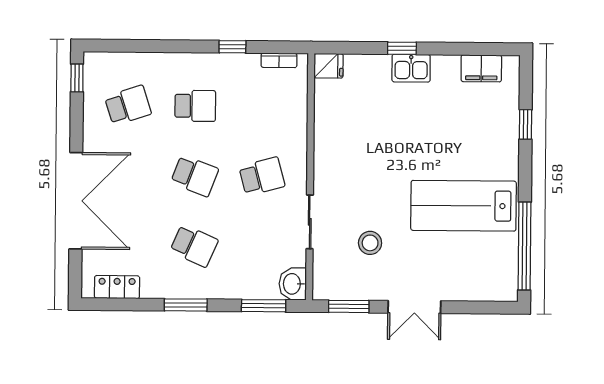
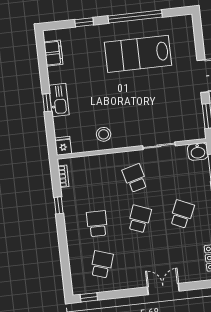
kitchen sink: (411, 68) -> (59, 100), width x1.38
school desk: (128, 105) -> (102, 264), turned 36
double door: (76, 201) -> (163, 289), width x0.54
lab bench: (464, 206) -> (138, 54), turned 90
stool: (370, 243) -> (104, 134), moved
window: (524, 246) -> (135, 16), moved

